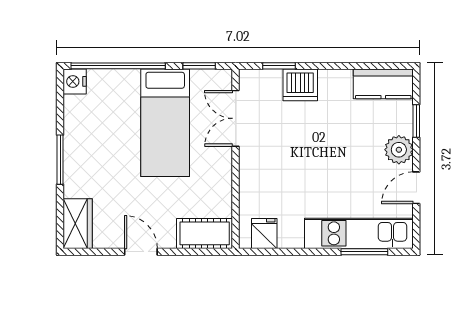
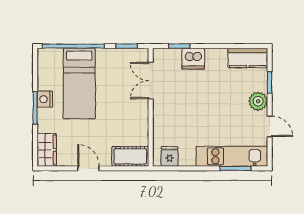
nightstand: (75, 81) -> (45, 99), moved
bed: (165, 123) -> (79, 84), moved
door: (416, 188) -> (270, 126), swing flipped

